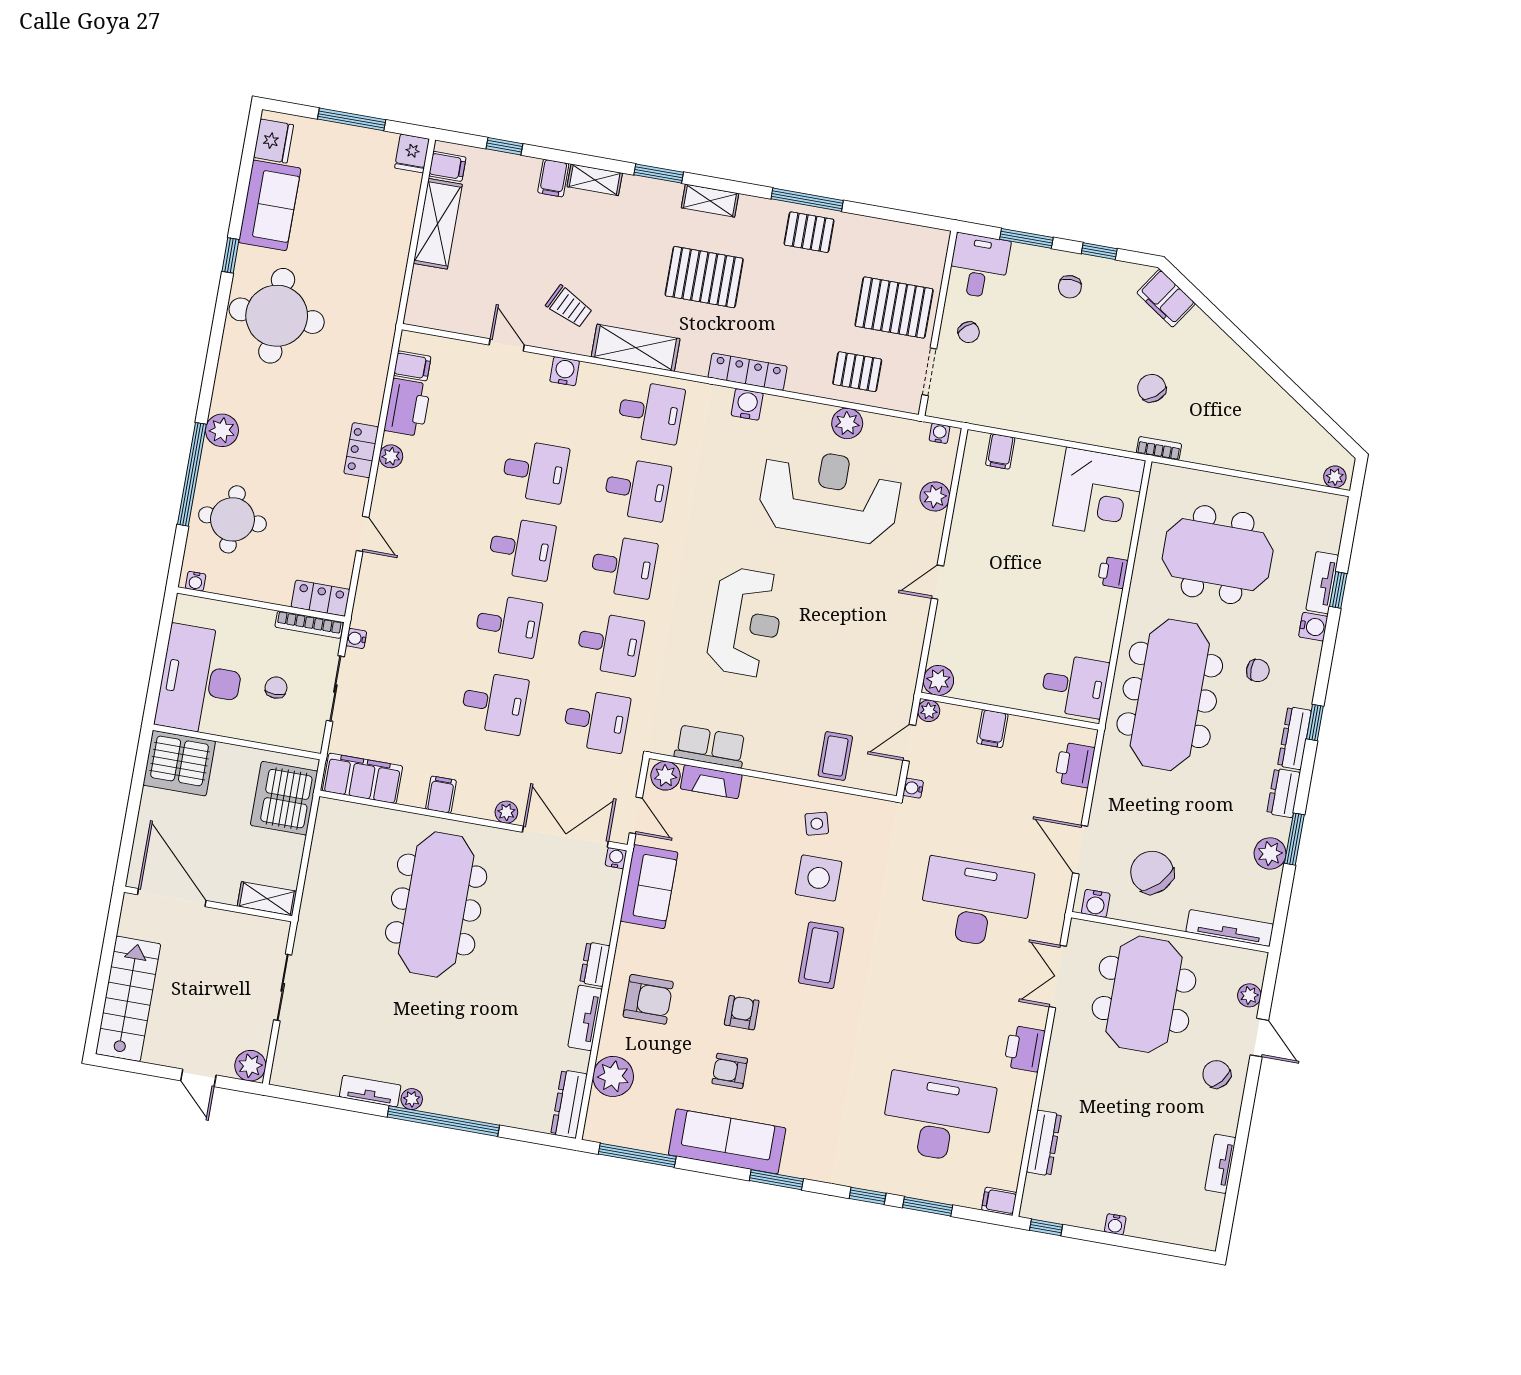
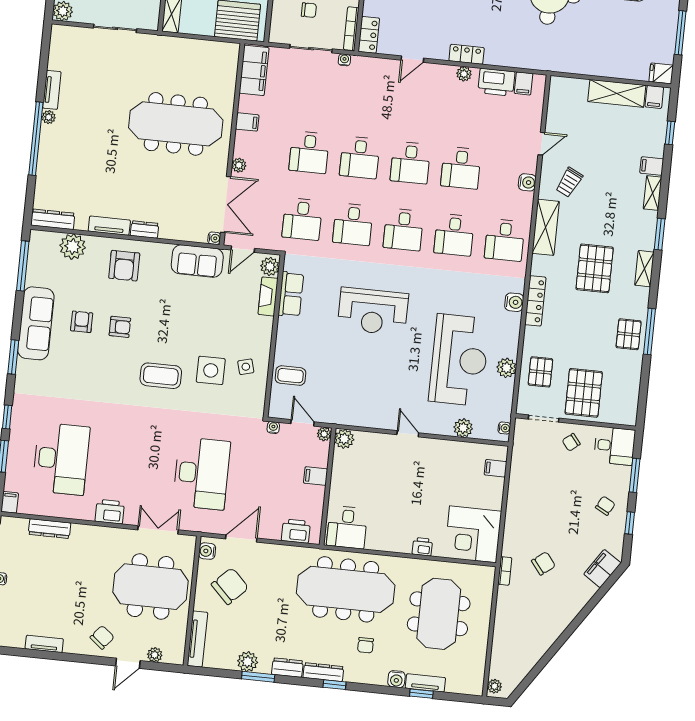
chair: (1070, 287) -> (605, 506), turned 119

